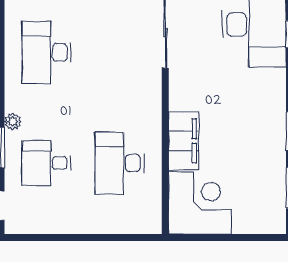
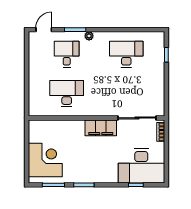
filing cabinet: (184, 141) -> (101, 128), moved
corner desk: (200, 203) -> (45, 160), moved, turned -90

